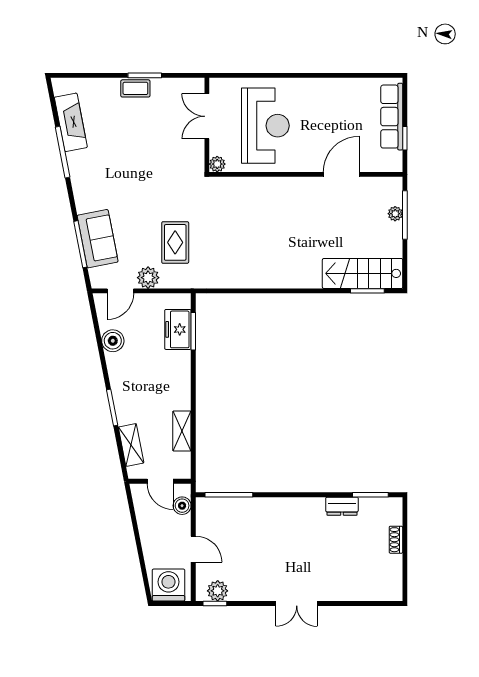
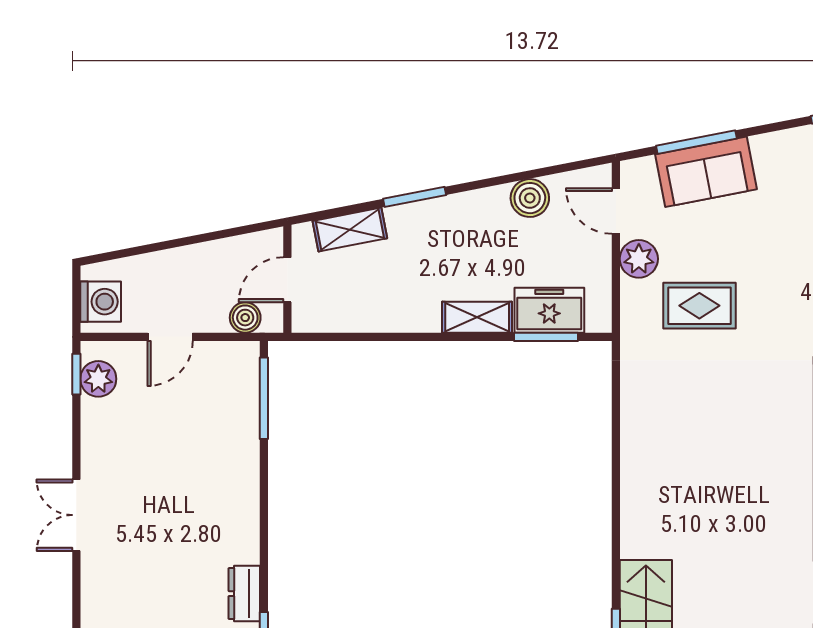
shelving: (182, 431) -> (477, 317), moved
washing machine: (168, 585) -> (101, 302), width x0.73, depth x0.73

